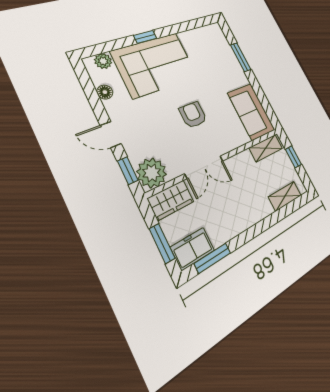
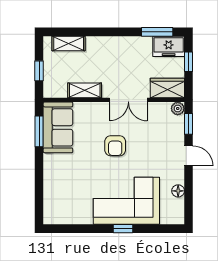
window: (241, 57) -> (39, 131), moved
plant: (103, 61) -> (168, 217), removed
shelving: (266, 148) -> (85, 90), moved
double door: (204, 167) -> (128, 100), swing flipped
plant: (152, 173) -> (178, 109), width x0.53, depth x0.53
window: (162, 243) -> (189, 62), width x0.67

